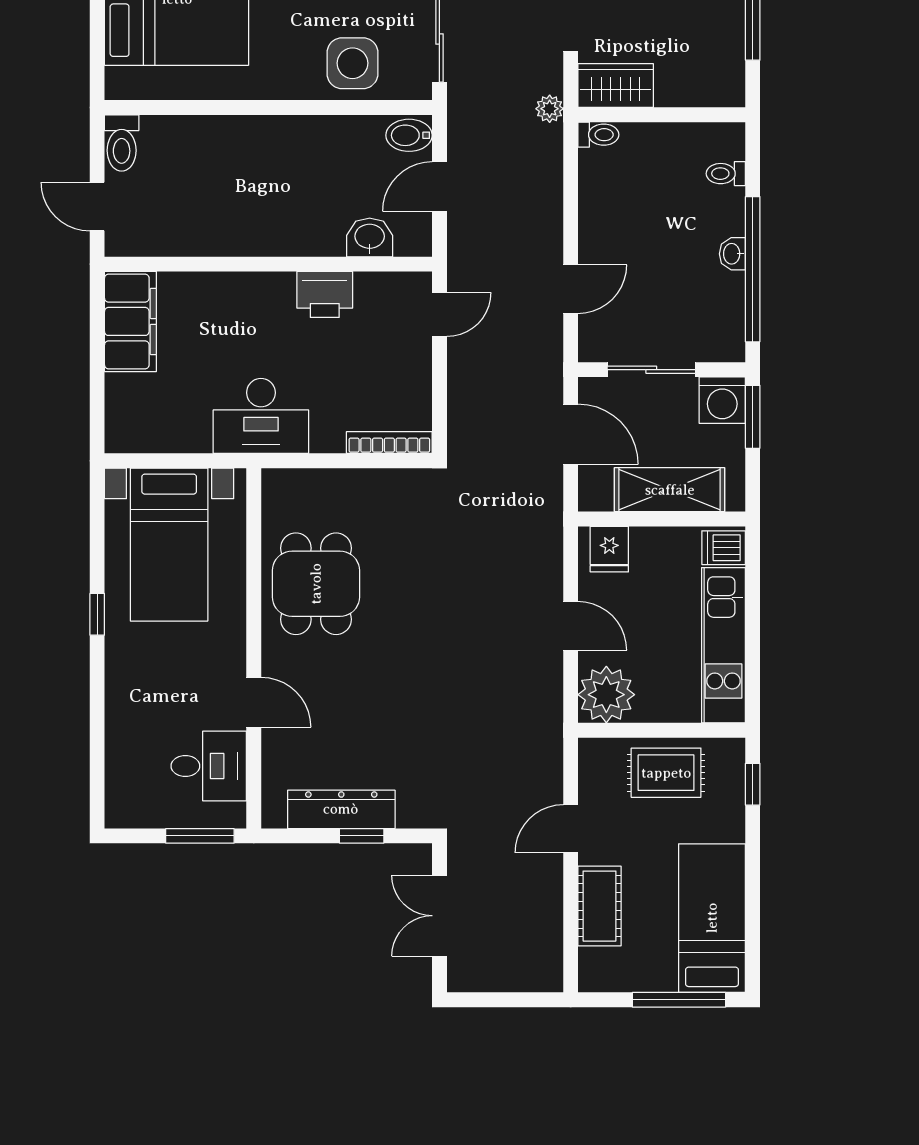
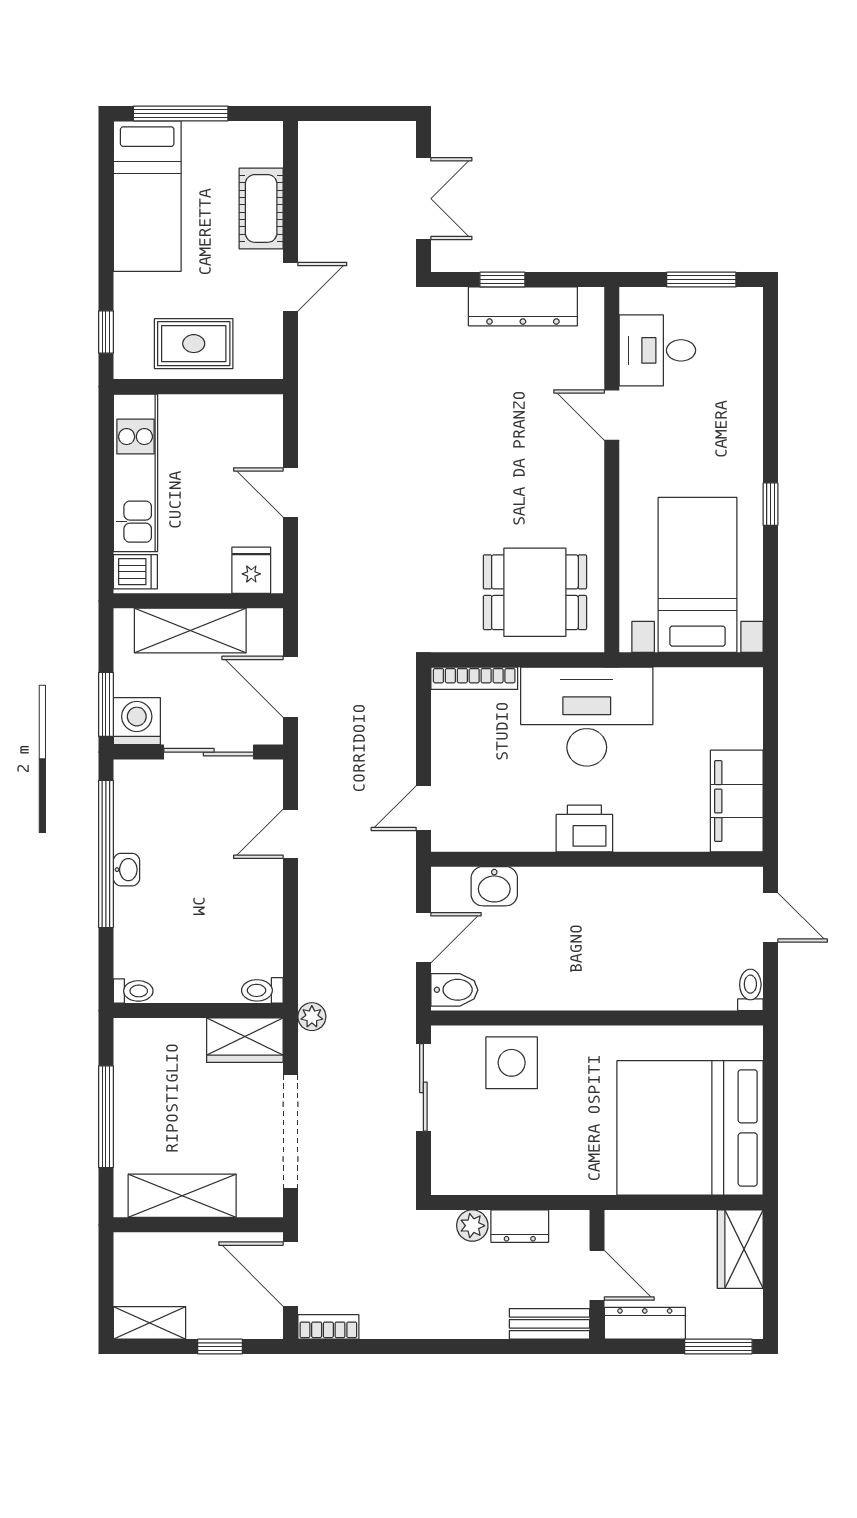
toilet: (122, 143) -> (750, 990), width x0.73, depth x0.72
toilet: (726, 174) -> (133, 991), moved
printer: (325, 294) -> (584, 828), moved
desk: (261, 416) -> (587, 717), width x1.36, depth x1.30
dining table: (316, 584) -> (535, 592), moved, turned 90
plant: (606, 695) -> (254, 423), removed
window: (200, 836) -> (701, 280), moved

